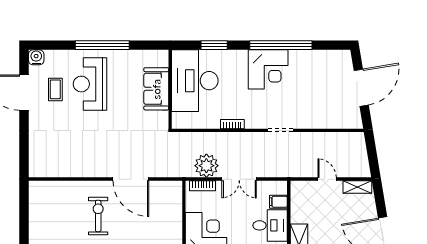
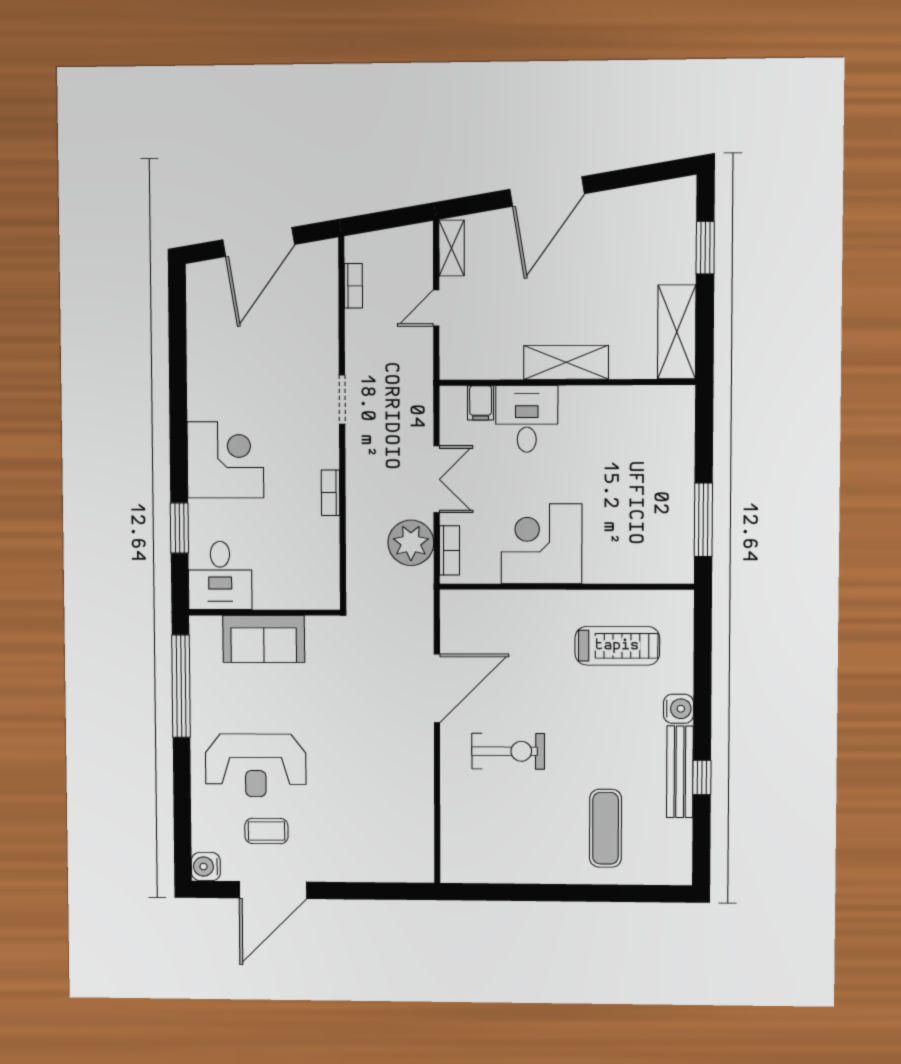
window: (102, 45) -> (181, 686), moved
window: (281, 45) -> (178, 399), removed
corner desk: (268, 69) -> (225, 460), moved
desk: (195, 81) -> (220, 575), width x0.53, depth x0.77
door: (361, 88) -> (259, 242), swing flipped
bookcase: (339, 136) -> (353, 286), added
exercise bike: (98, 216) -> (508, 751), turned 180

